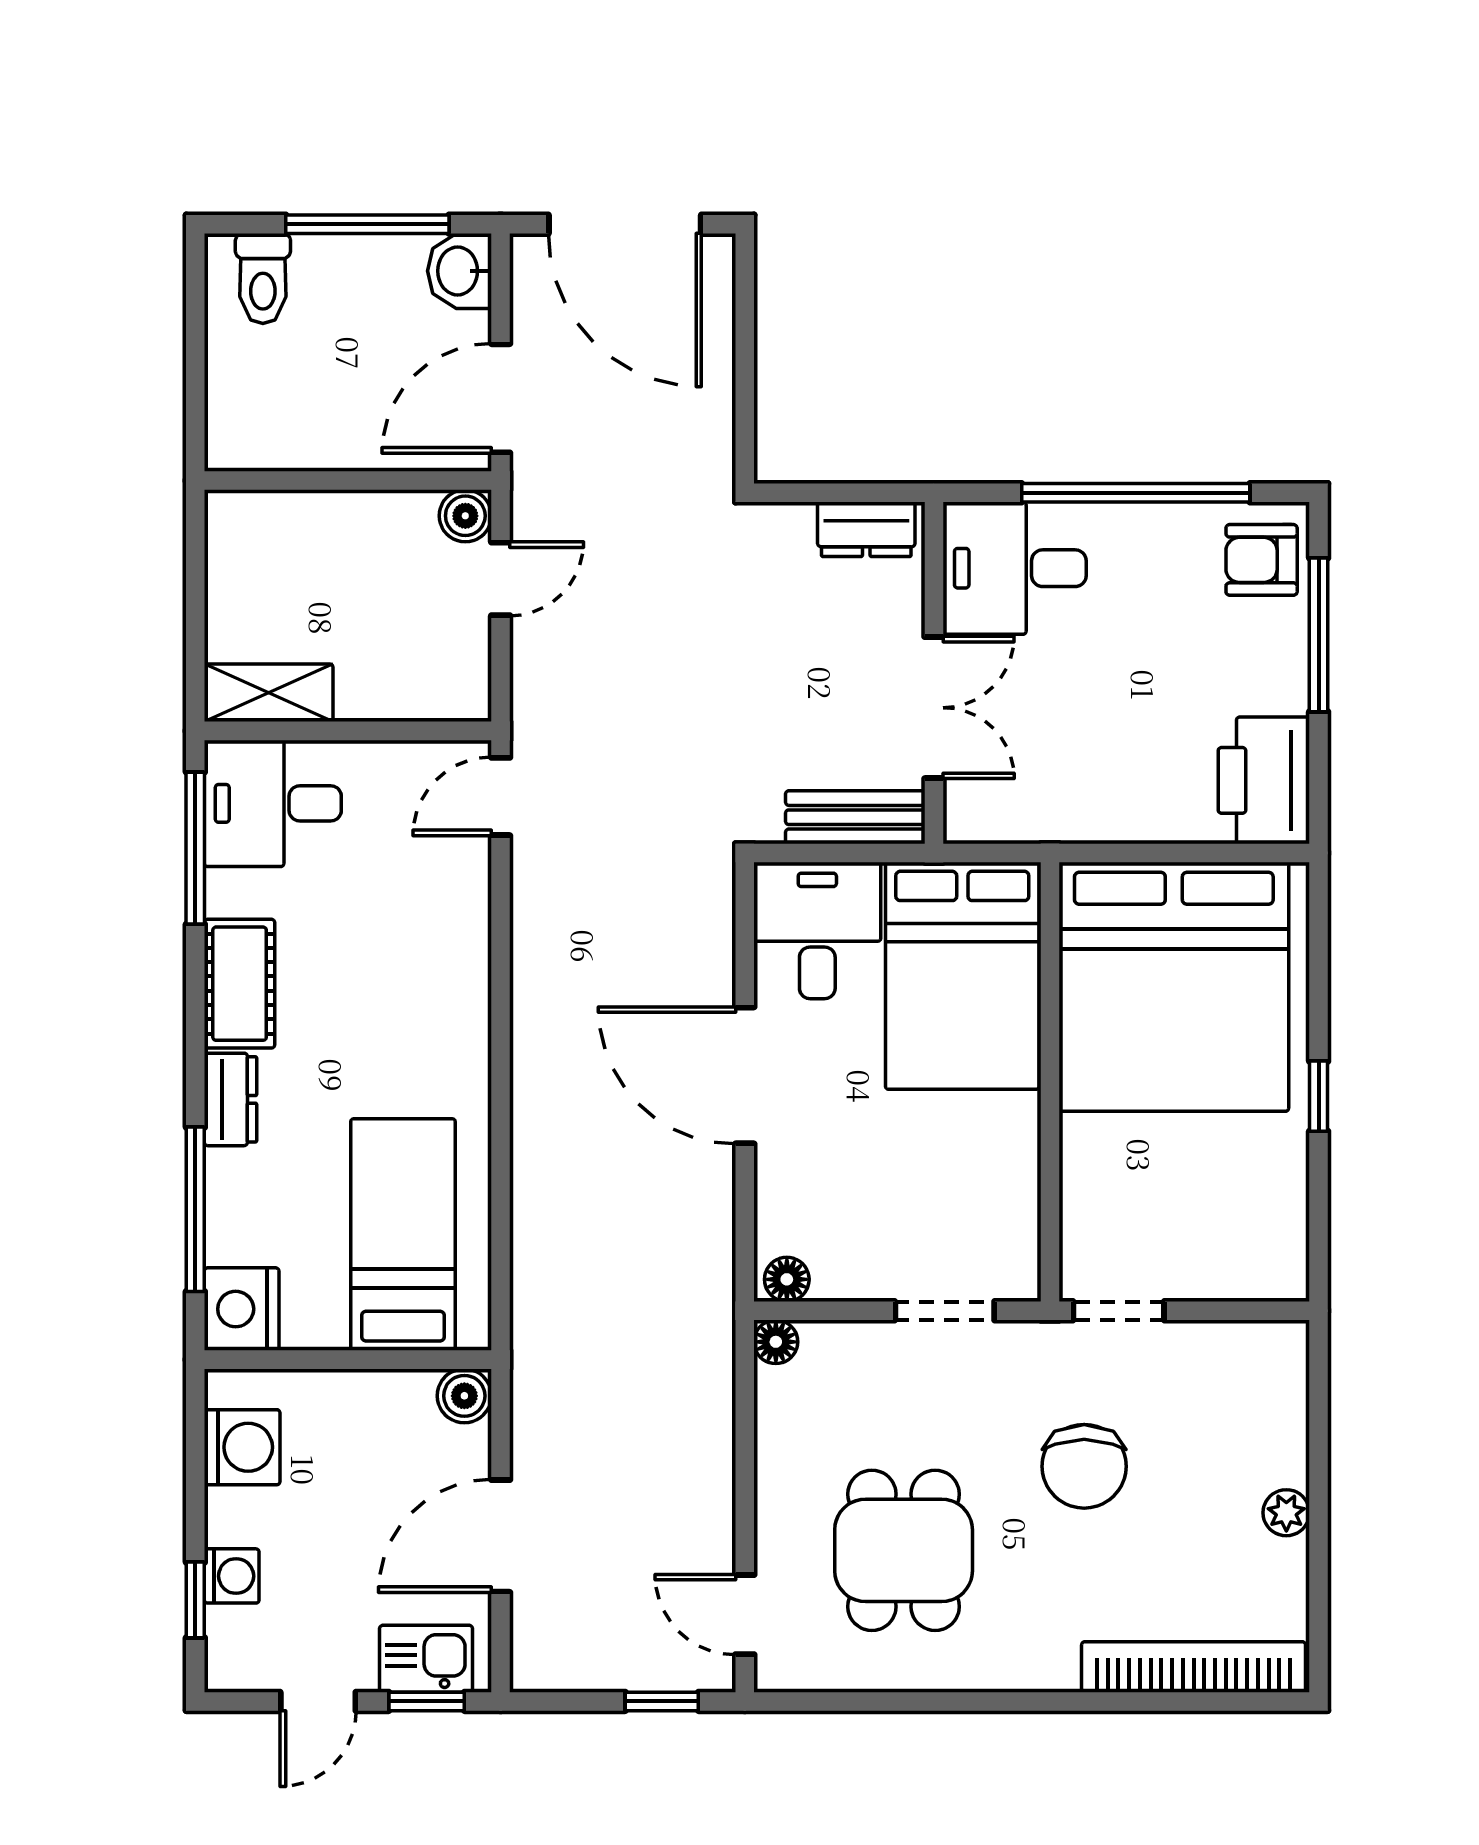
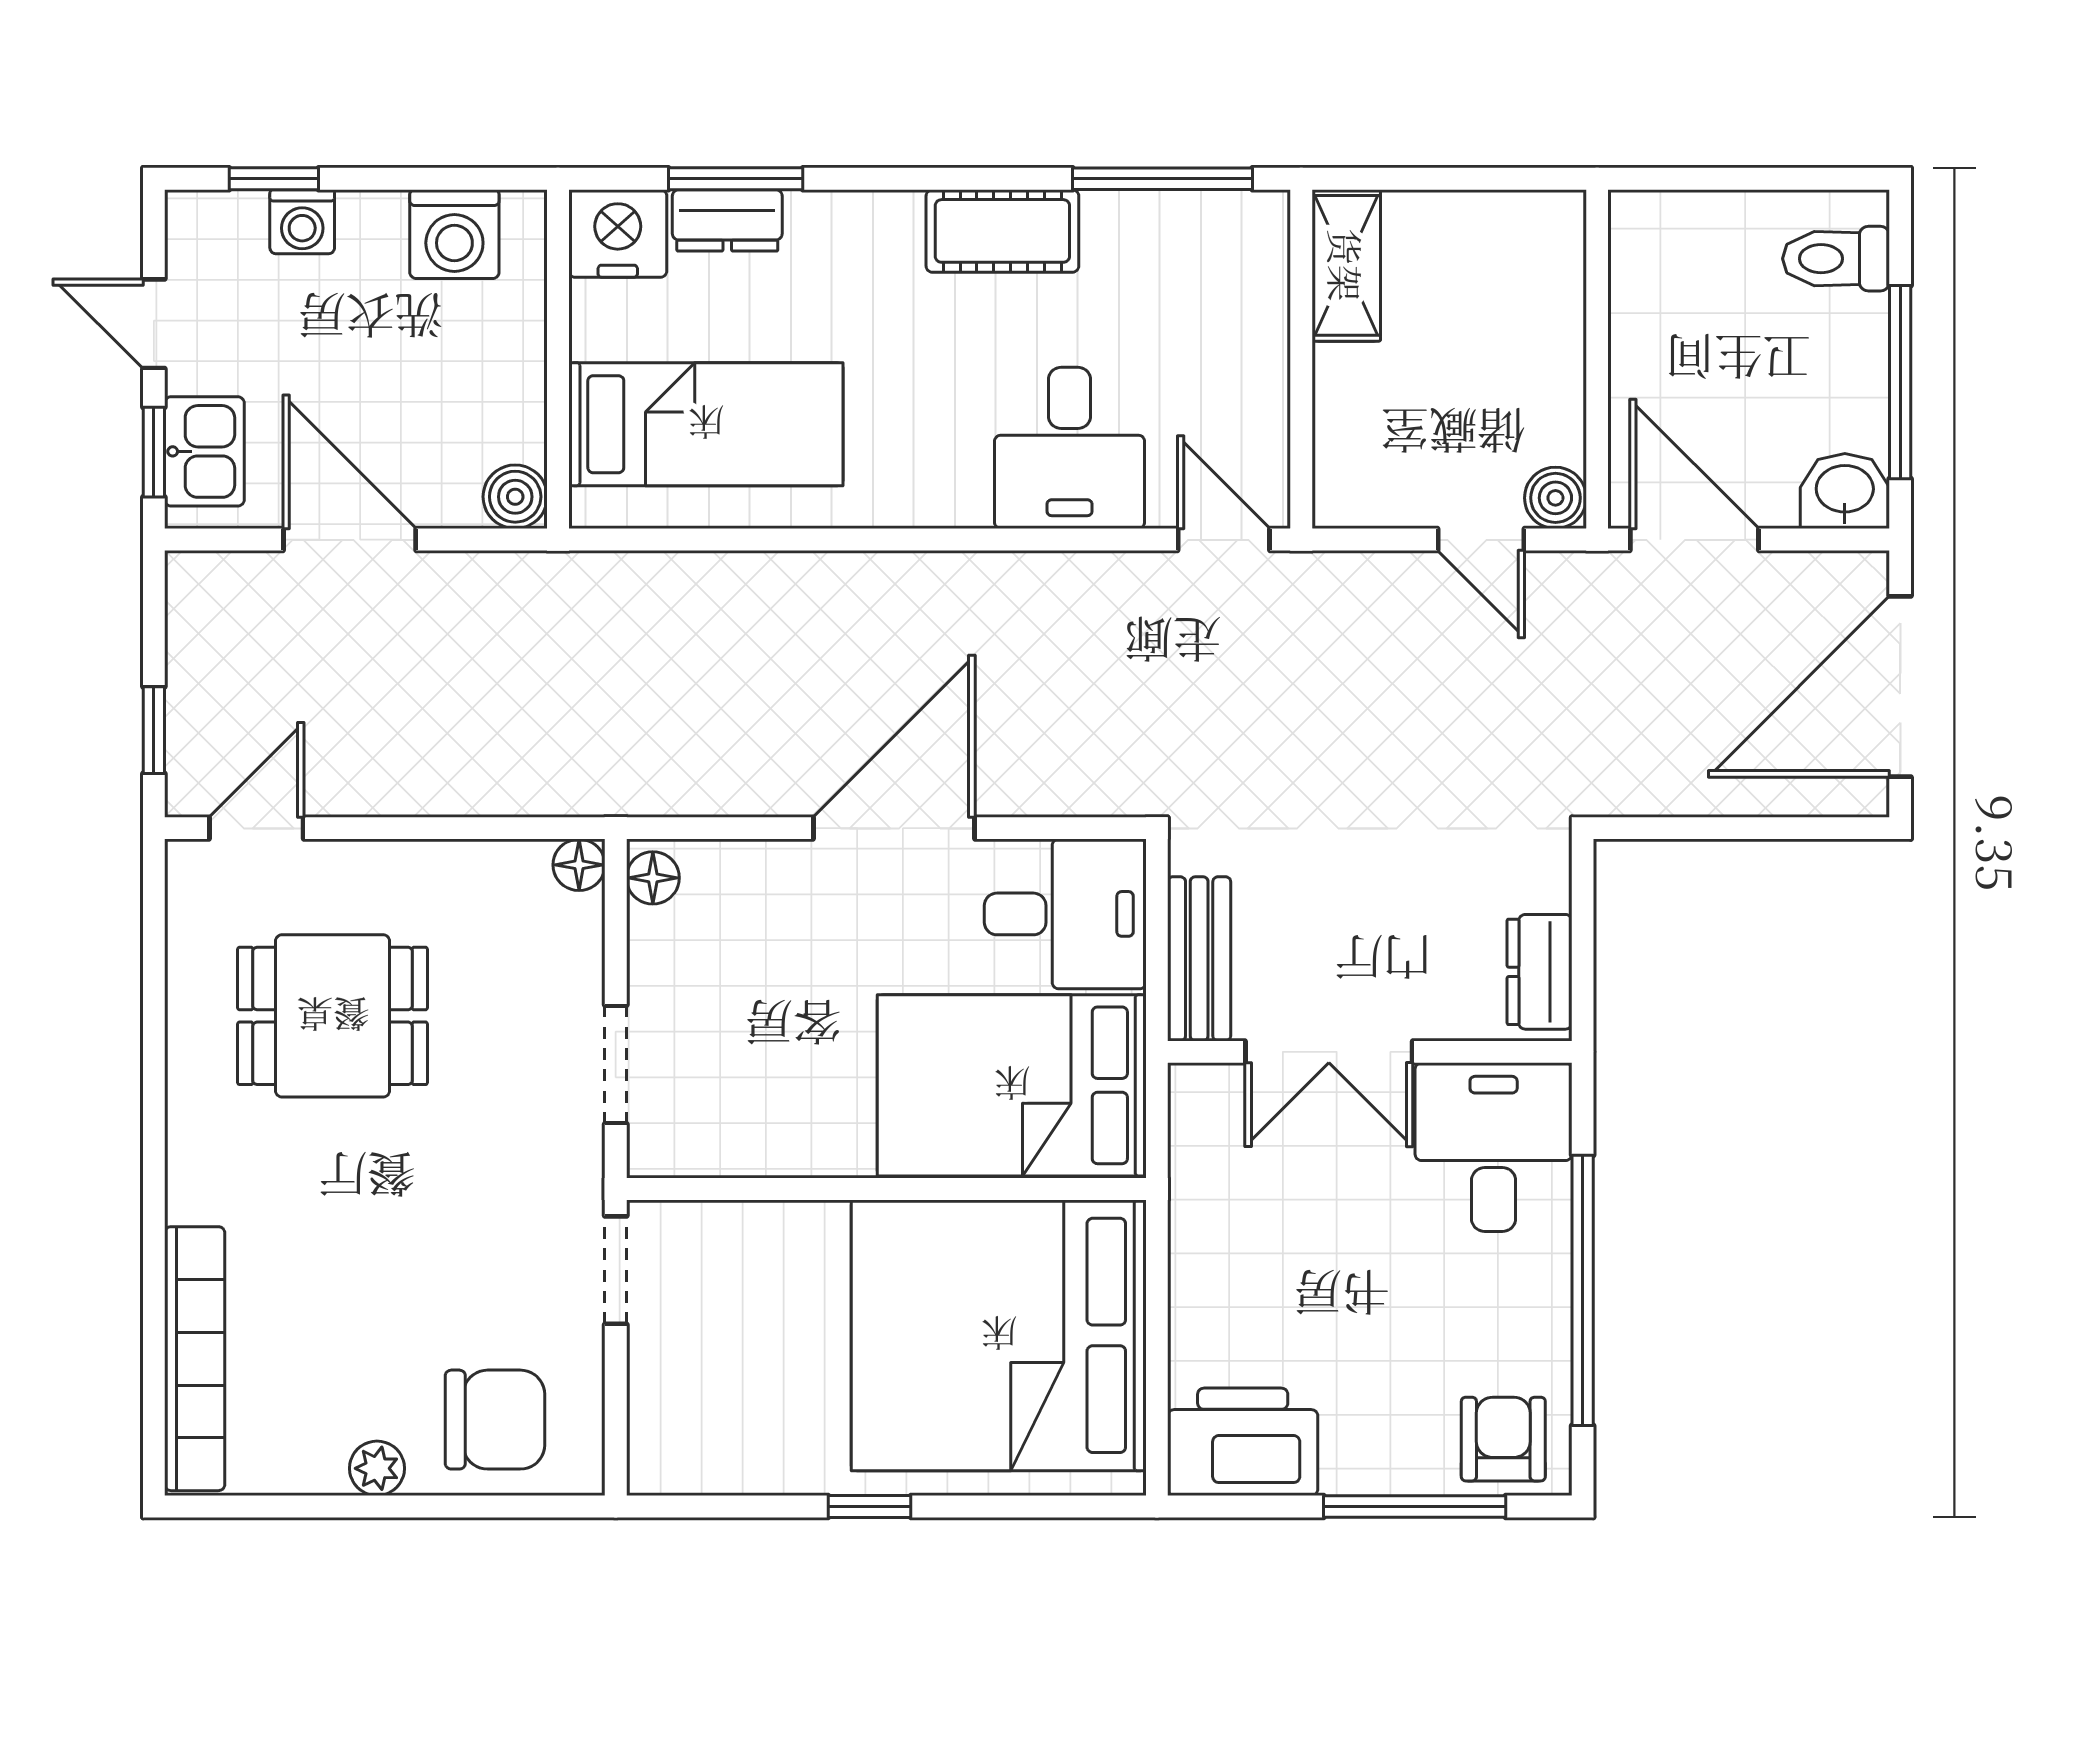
desk: (273, 803) -> (1070, 448), moved, turned 180
dresser: (231, 1099) -> (727, 220), moved
window: (195, 1209) -> (736, 179), width x0.69
chair: (1084, 1466) -> (495, 1420), moved, turned 180

